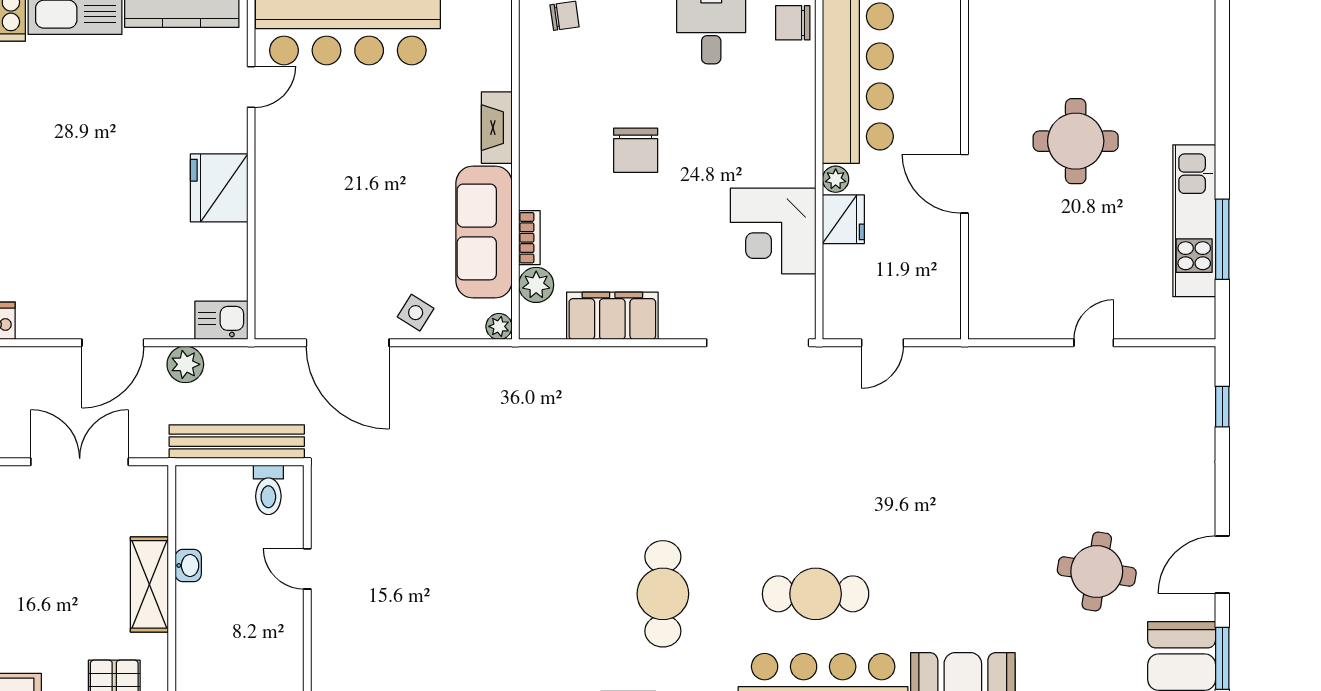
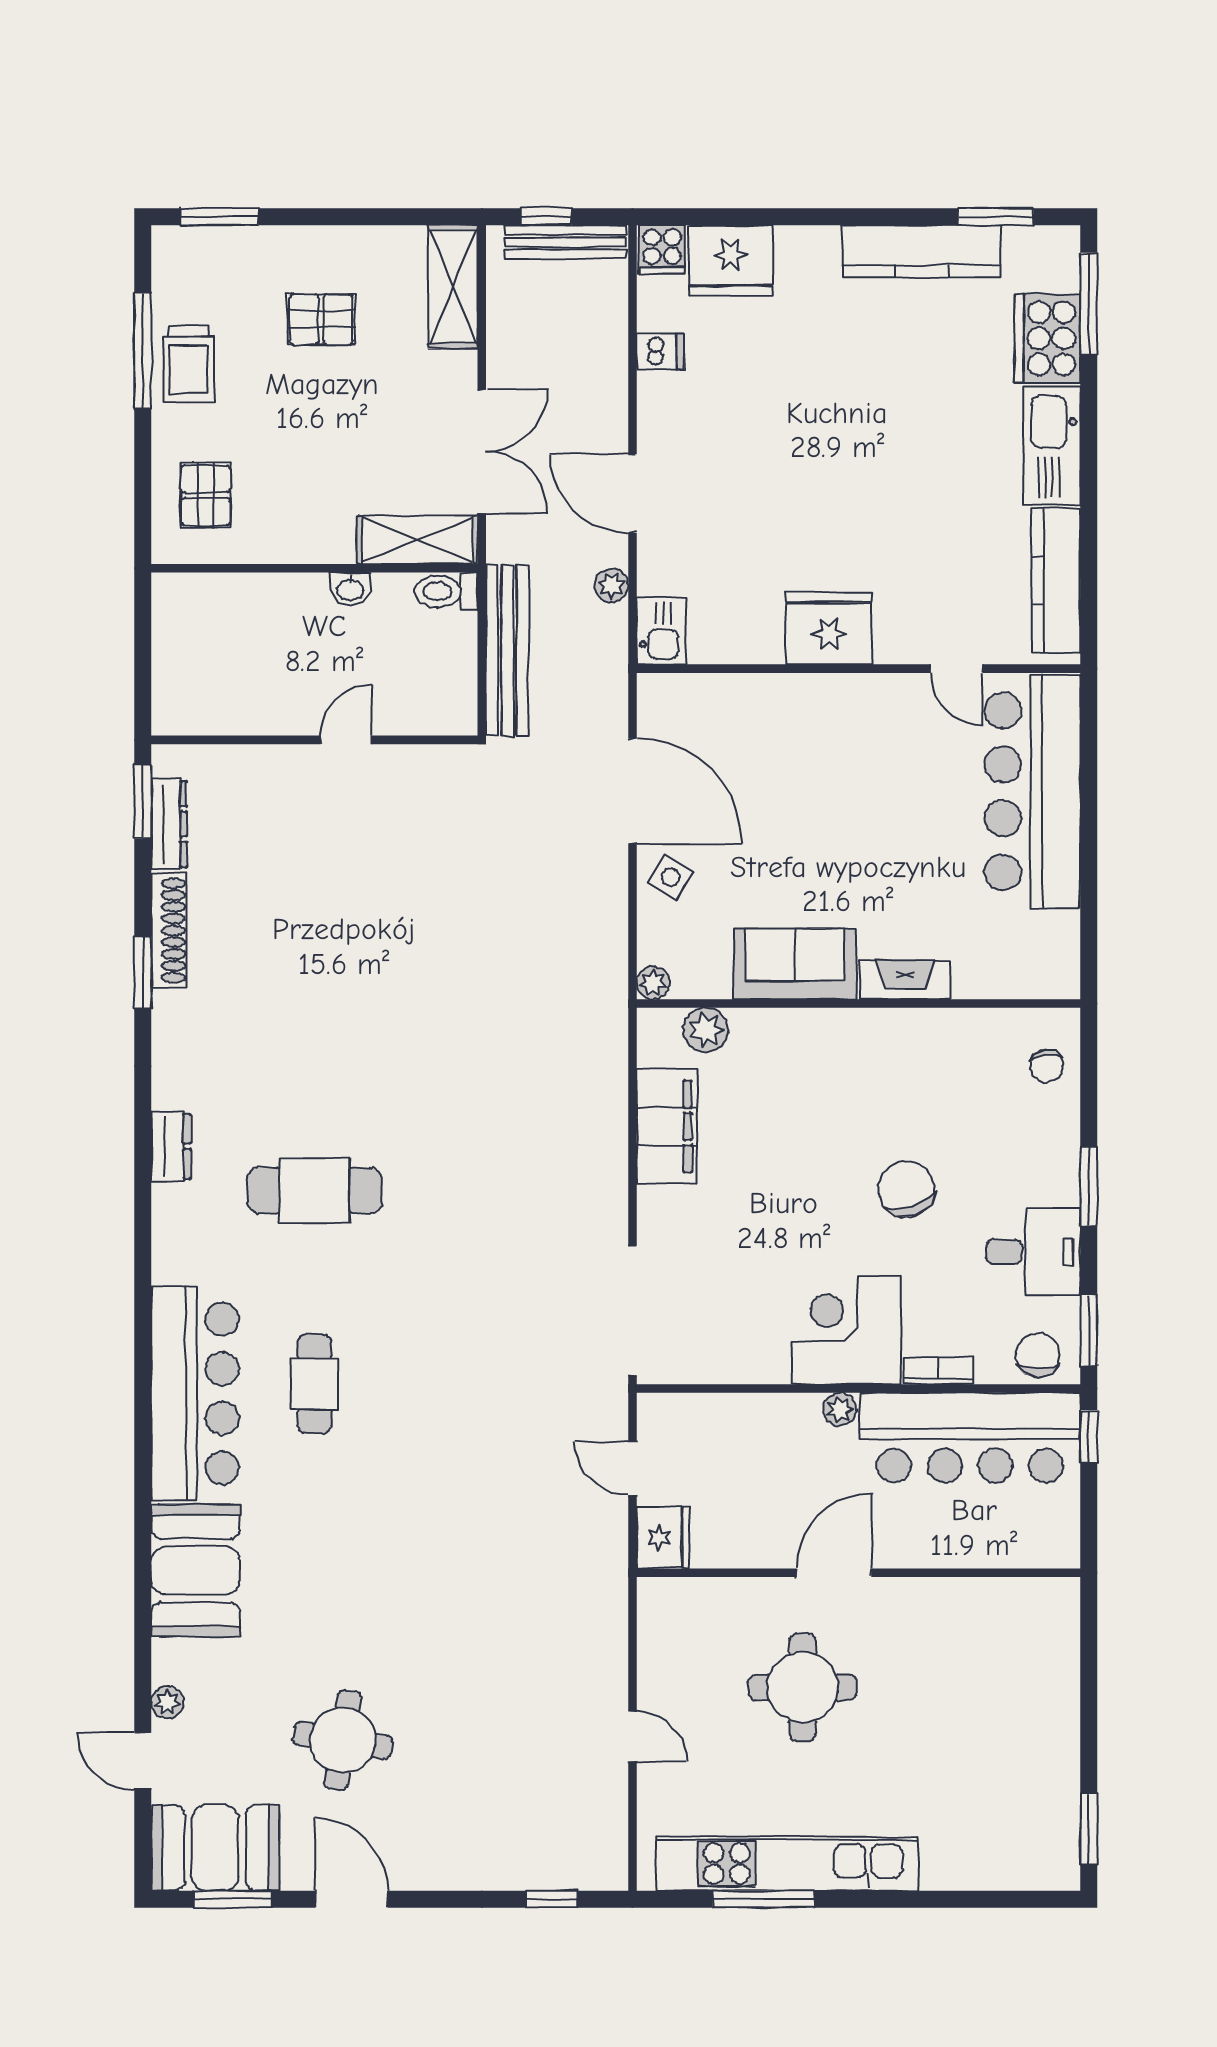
round table: (1076, 141) -> (803, 1687), moved
chair: (636, 150) -> (906, 1189), moved, turned 72
fridge: (843, 219) -> (663, 1538), moved, turned -90
kitchen unit: (1194, 221) -> (787, 1864), width x1.36
corner desk: (773, 231) -> (846, 1330), moved
sofa: (484, 232) -> (795, 964), width x0.73
bookcase: (529, 238) -> (938, 1371), moved, turned 180
door: (348, 343) -> (632, 791), swing flipped
plant: (185, 364) -> (611, 585), width x0.73, depth x0.73
toilet: (268, 490) -> (446, 592), moved
shelving: (149, 584) -> (417, 540), moved
cafe table: (816, 594) -> (314, 1384), width x0.73, depth x0.74

